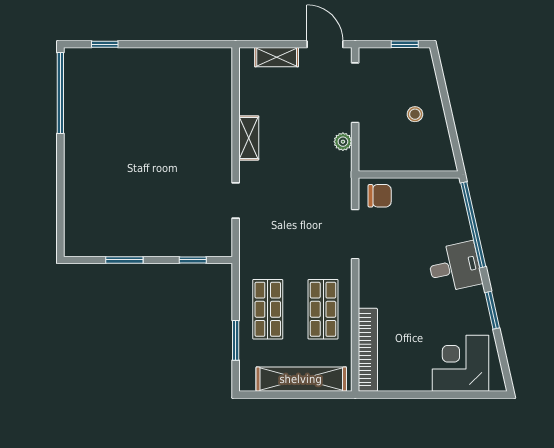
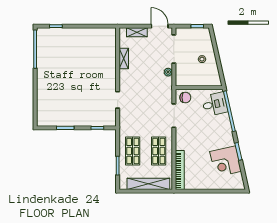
shelving: (249, 138) -> (124, 59), moved
desk: (455, 267) -> (215, 104), moved
corner desk: (460, 363) -> (226, 161), moved, turned -103

